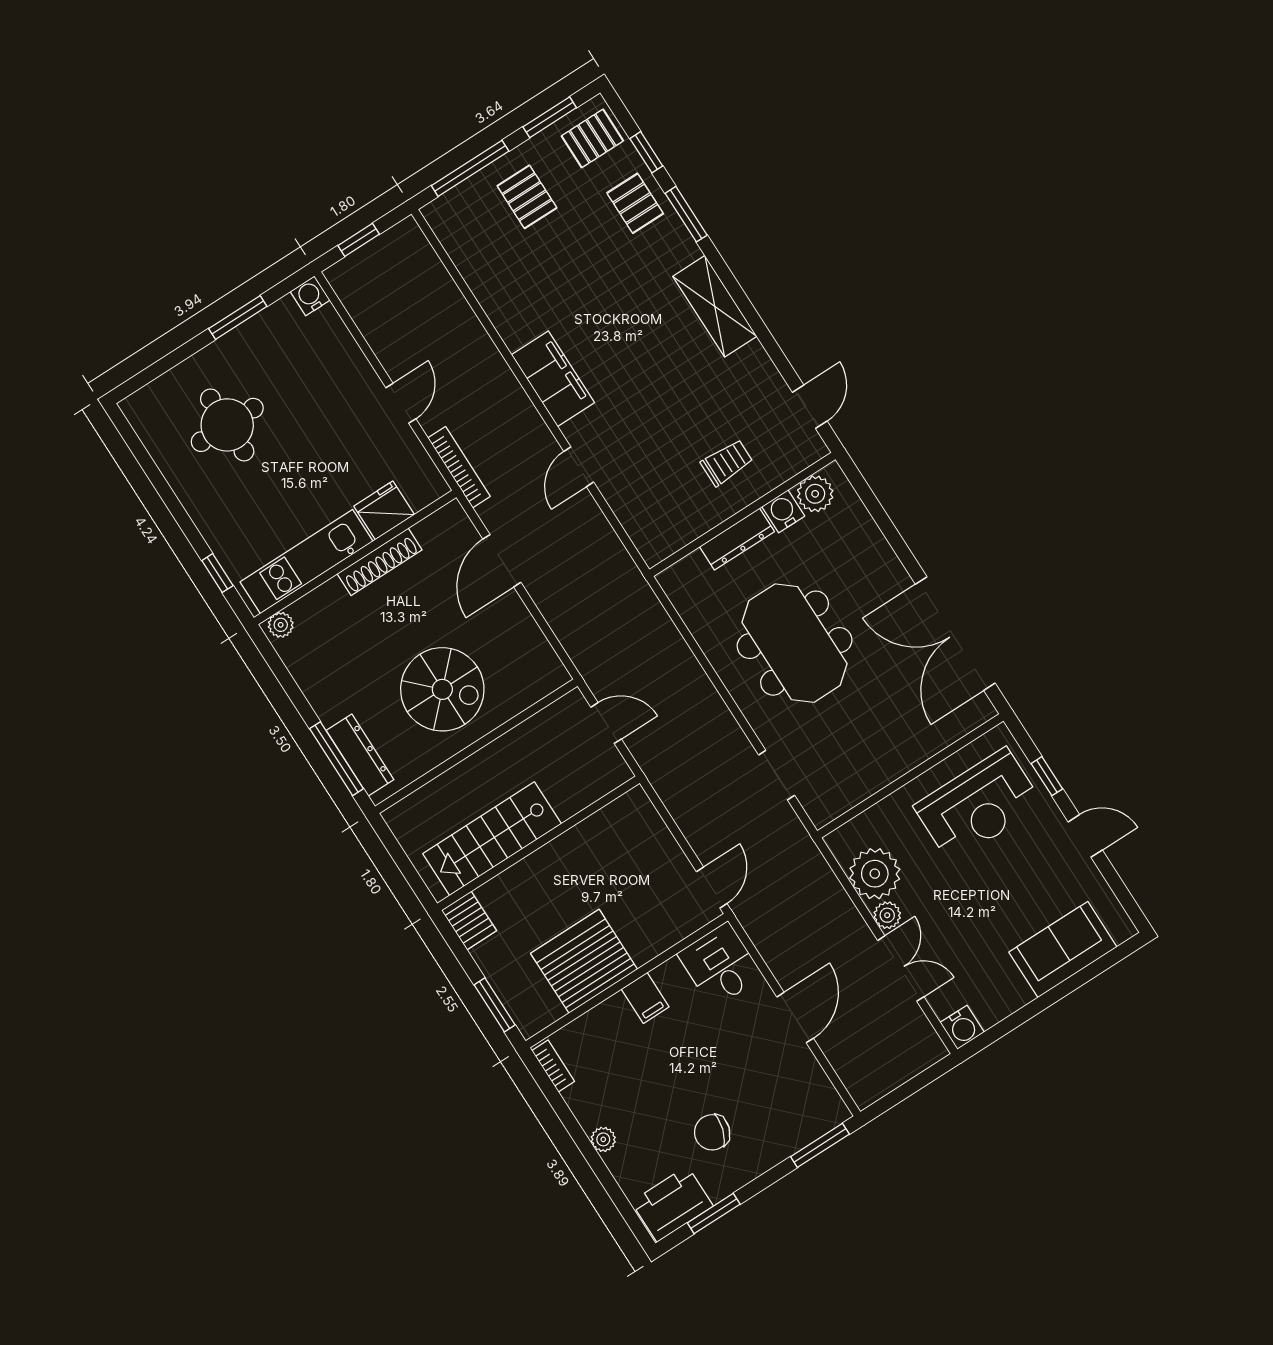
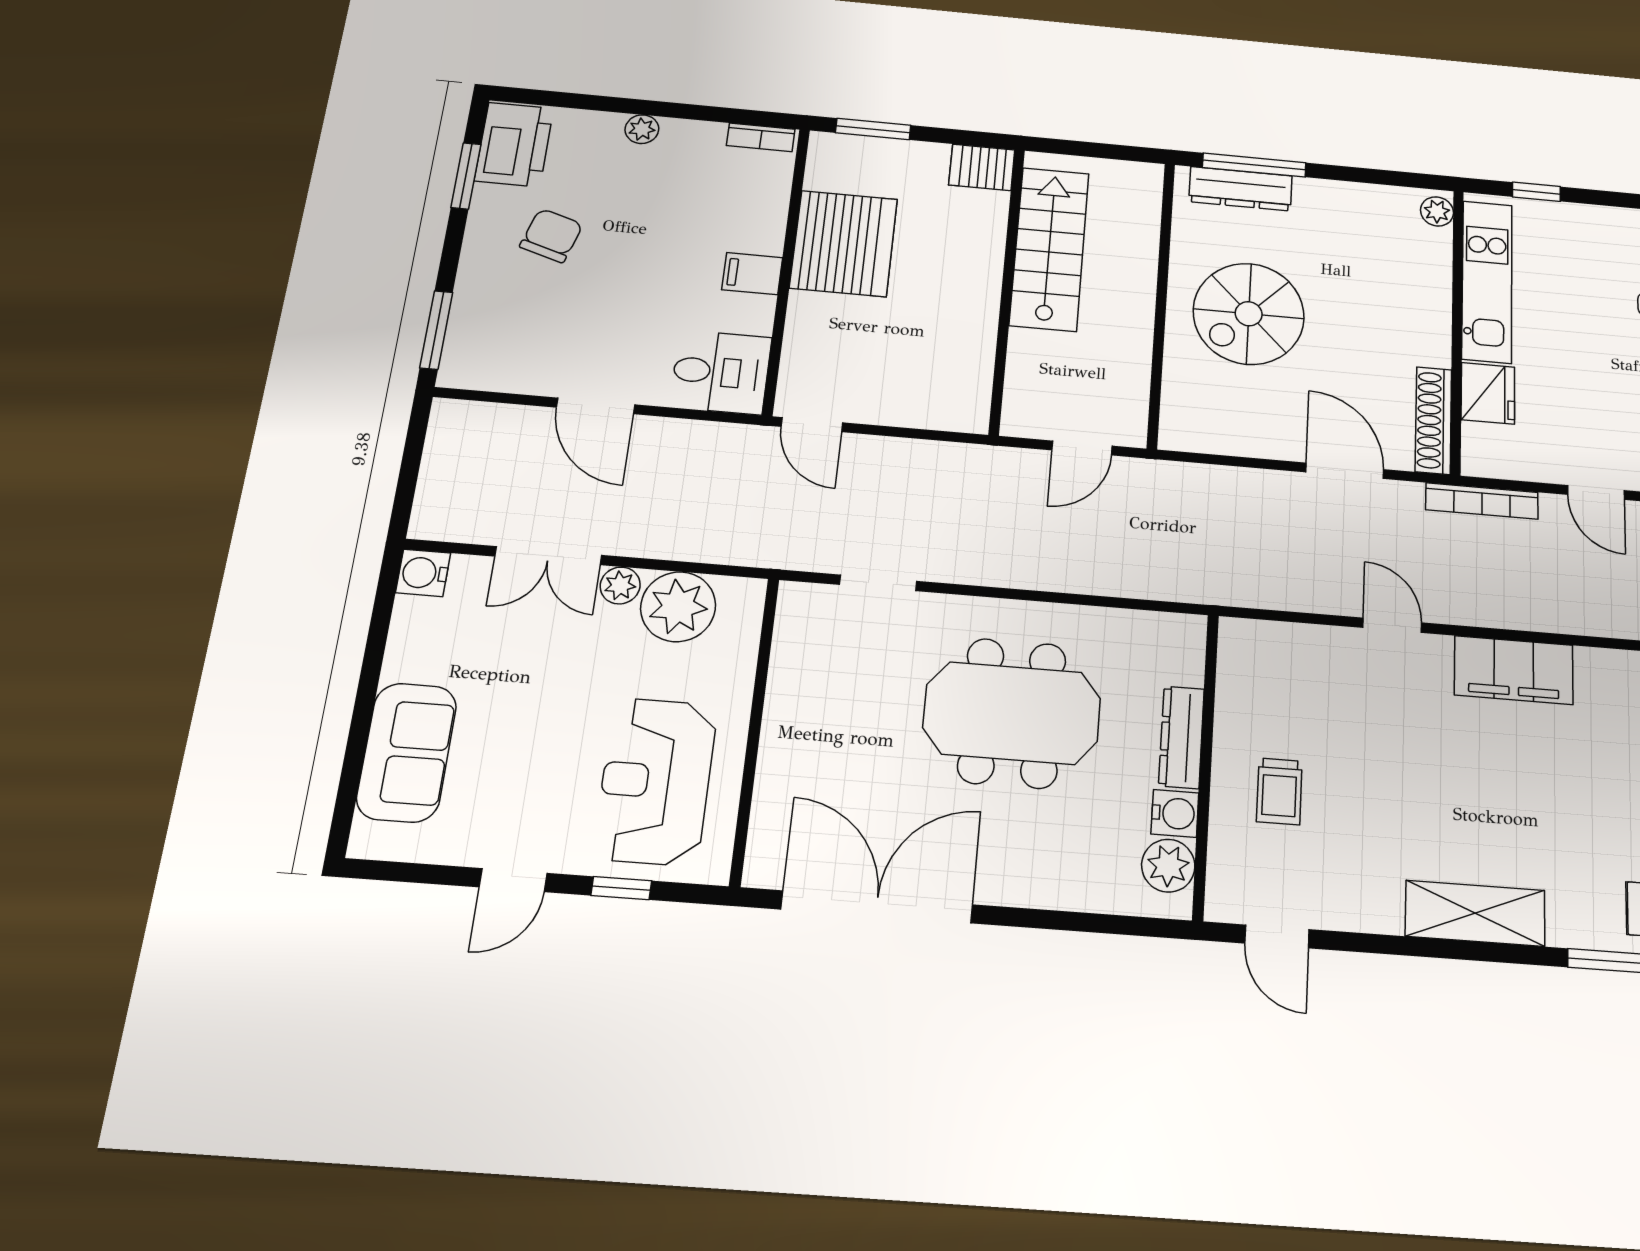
shoe rack: (380, 562) -> (1433, 420), moved

